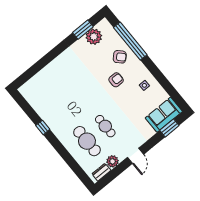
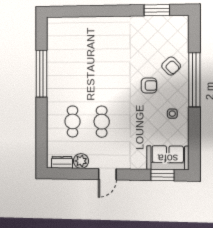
plant: (94, 37) -> (162, 26), removed
window: (130, 41) -> (194, 80), moved
window: (43, 127) -> (41, 74), width x3.17
cafe table: (87, 141) -> (72, 121), width x0.73, depth x0.74

